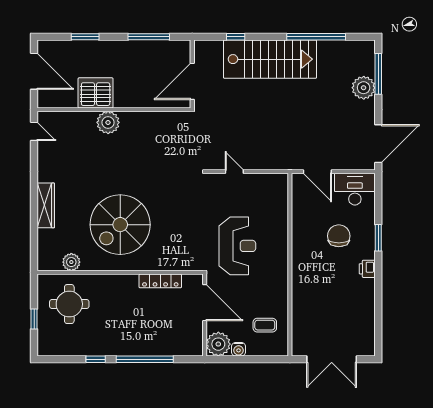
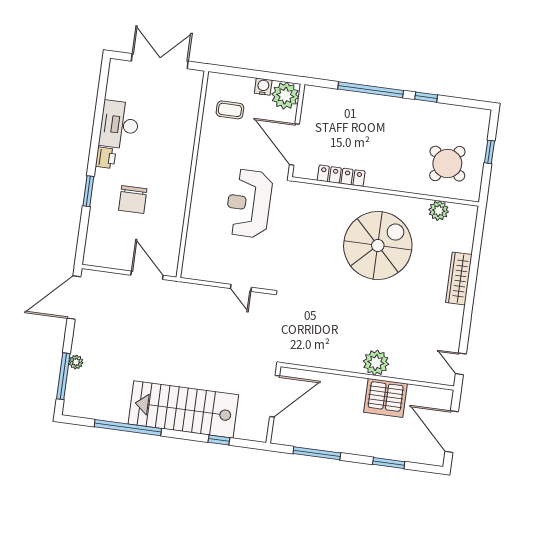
plant: (364, 88) -> (76, 362), width x0.53, depth x0.53
desk: (355, 189) -> (119, 125), moved, turned 90
round table: (69, 304) -> (447, 164), turned 38

